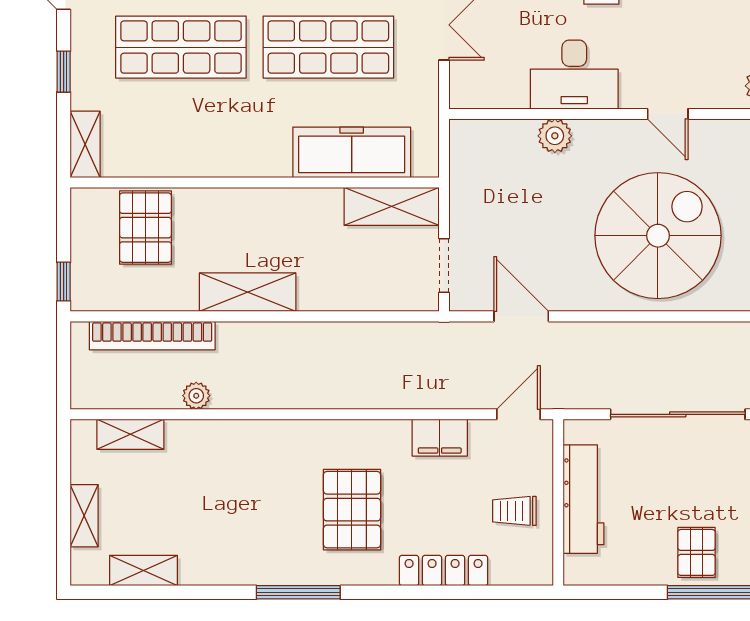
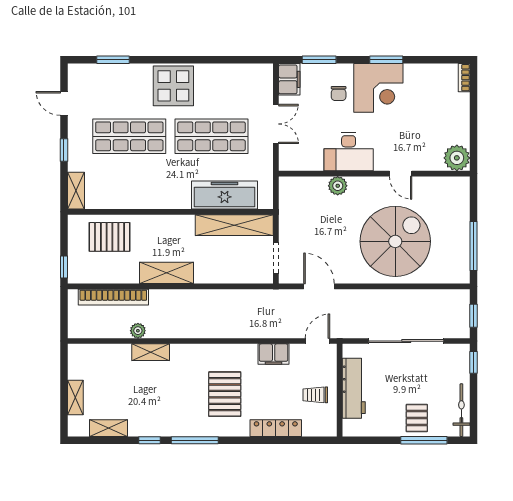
shelving: (392, 206) -> (234, 225), width x1.47
pallet: (145, 228) -> (110, 237), turned 90
shelving: (130, 434) -> (151, 352), moved
window: (217, 592) -> (150, 440), added

